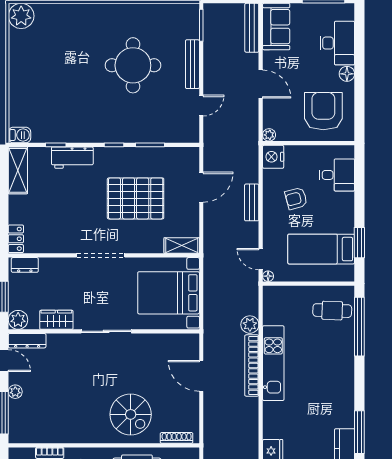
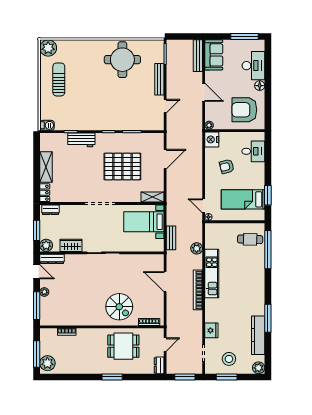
sun lounger: (38, 64) -> (59, 79), added
round table: (133, 65) -> (122, 60), moved
armchair: (323, 111) -> (244, 110), turned -90
shelving: (18, 170) -> (46, 167), moved
bench: (252, 202) -> (171, 238), moved
bed with nightstands: (169, 293) -> (144, 222), width x0.73
bookcase: (252, 366) -> (198, 290), moved

